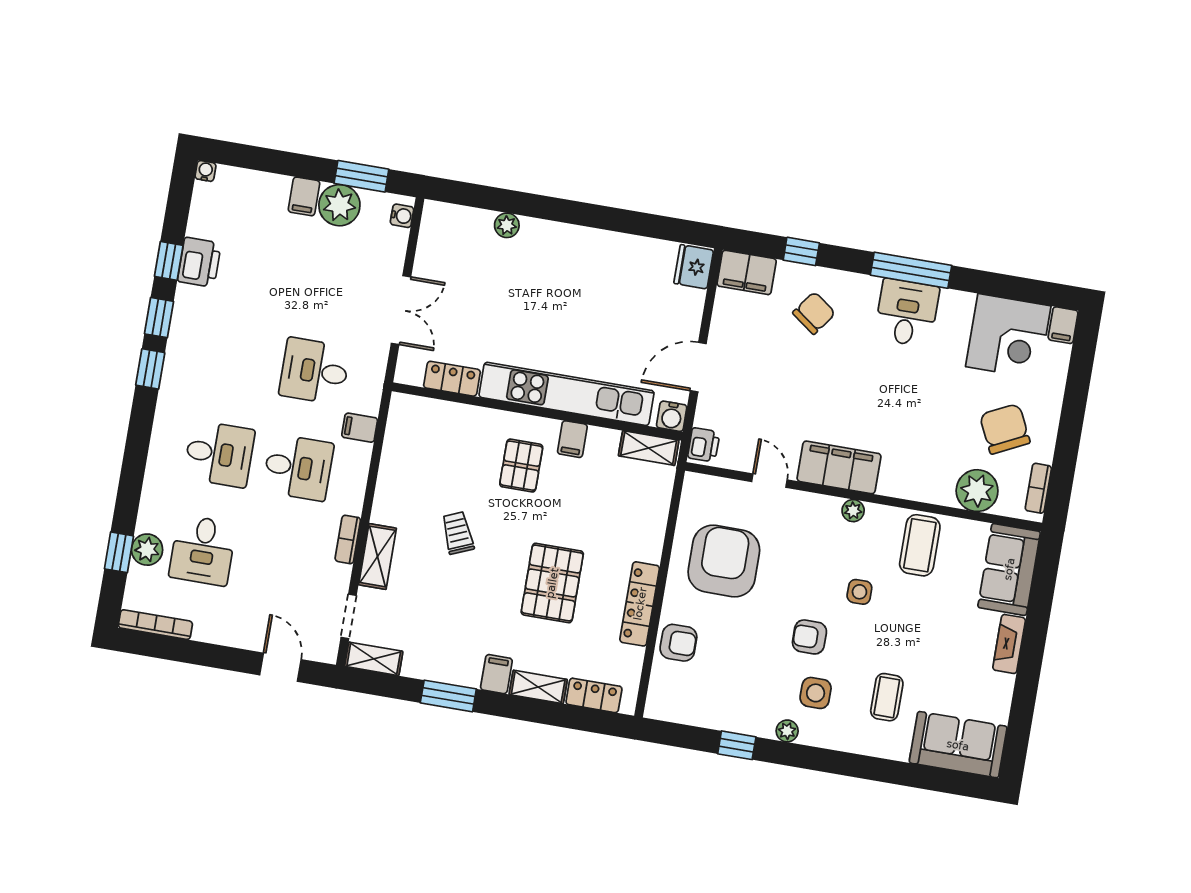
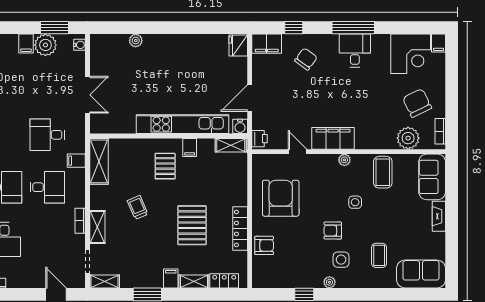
locker: (452, 379) -> (121, 126), removed
shelving: (401, 436) -> (99, 161), added

